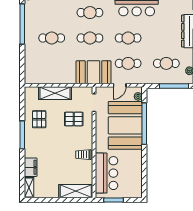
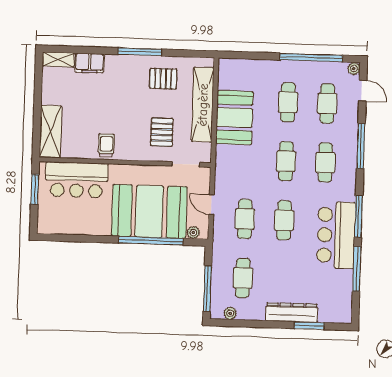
cafe table: (52, 13) -> (327, 104), added
booth: (94, 72) -> (234, 118), moved
shelving: (55, 93) -> (203, 105), width x1.47

